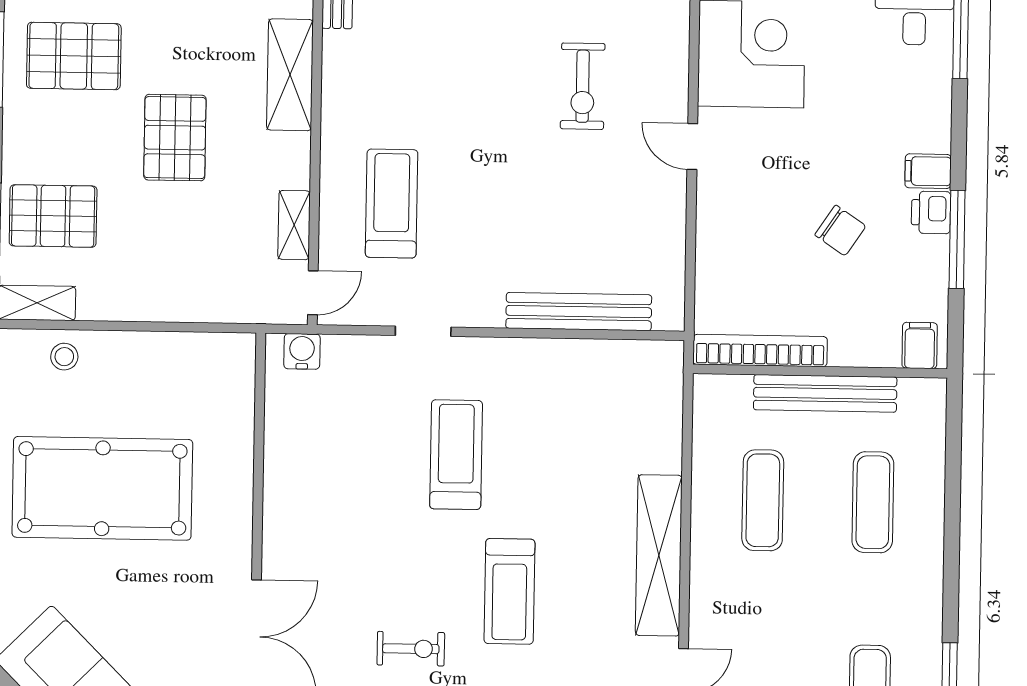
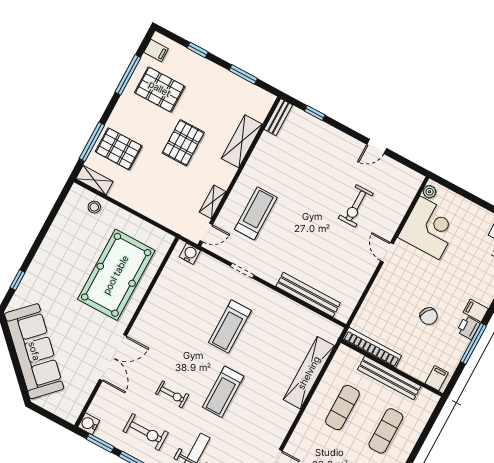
treadmill: (456, 455) -> (230, 326), turned 180
pool table: (102, 488) -> (116, 275), moved, turned 90
shelving: (659, 555) -> (309, 373), moved

